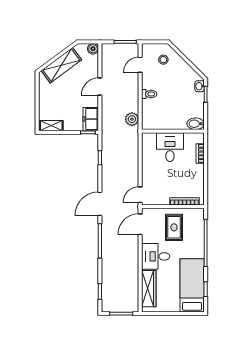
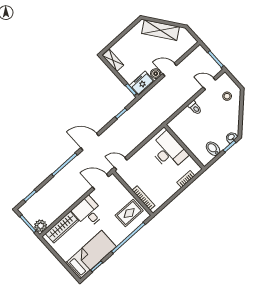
boiler: (93, 49) -> (156, 74), moved
plant: (132, 119) -> (41, 226), moved
bidet: (196, 124) -> (213, 149), moved
desk: (170, 147) -> (168, 151), width x1.37
rug: (174, 227) -> (129, 213), moved

